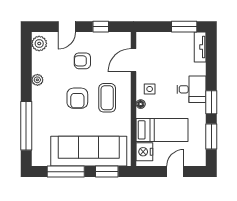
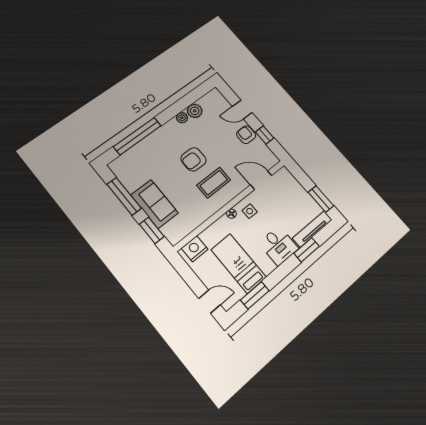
plant: (39, 43) -> (195, 111), moved
tv unit: (200, 47) -> (312, 229), width x1.41
armchair: (82, 61) -> (246, 135), moved
window: (211, 102) -> (307, 250), moved
bed: (162, 130) -> (239, 263), moved, turned 180
sofa: (89, 151) -> (154, 204), width x0.54, depth x0.79
door: (175, 172) -> (210, 302), moved

